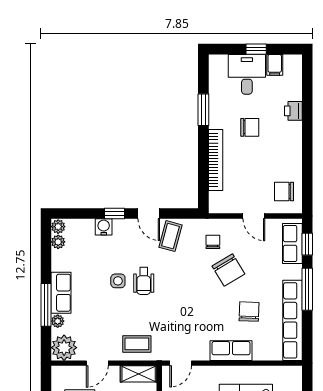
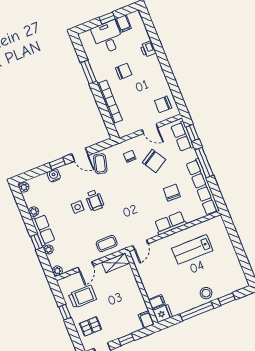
plant: (58, 242) -> (34, 212), moved
chair: (228, 270) -> (154, 161), moved
window: (46, 305) -> (37, 242), width x0.46
plant: (64, 348) -> (57, 271), width x0.53, depth x0.53

